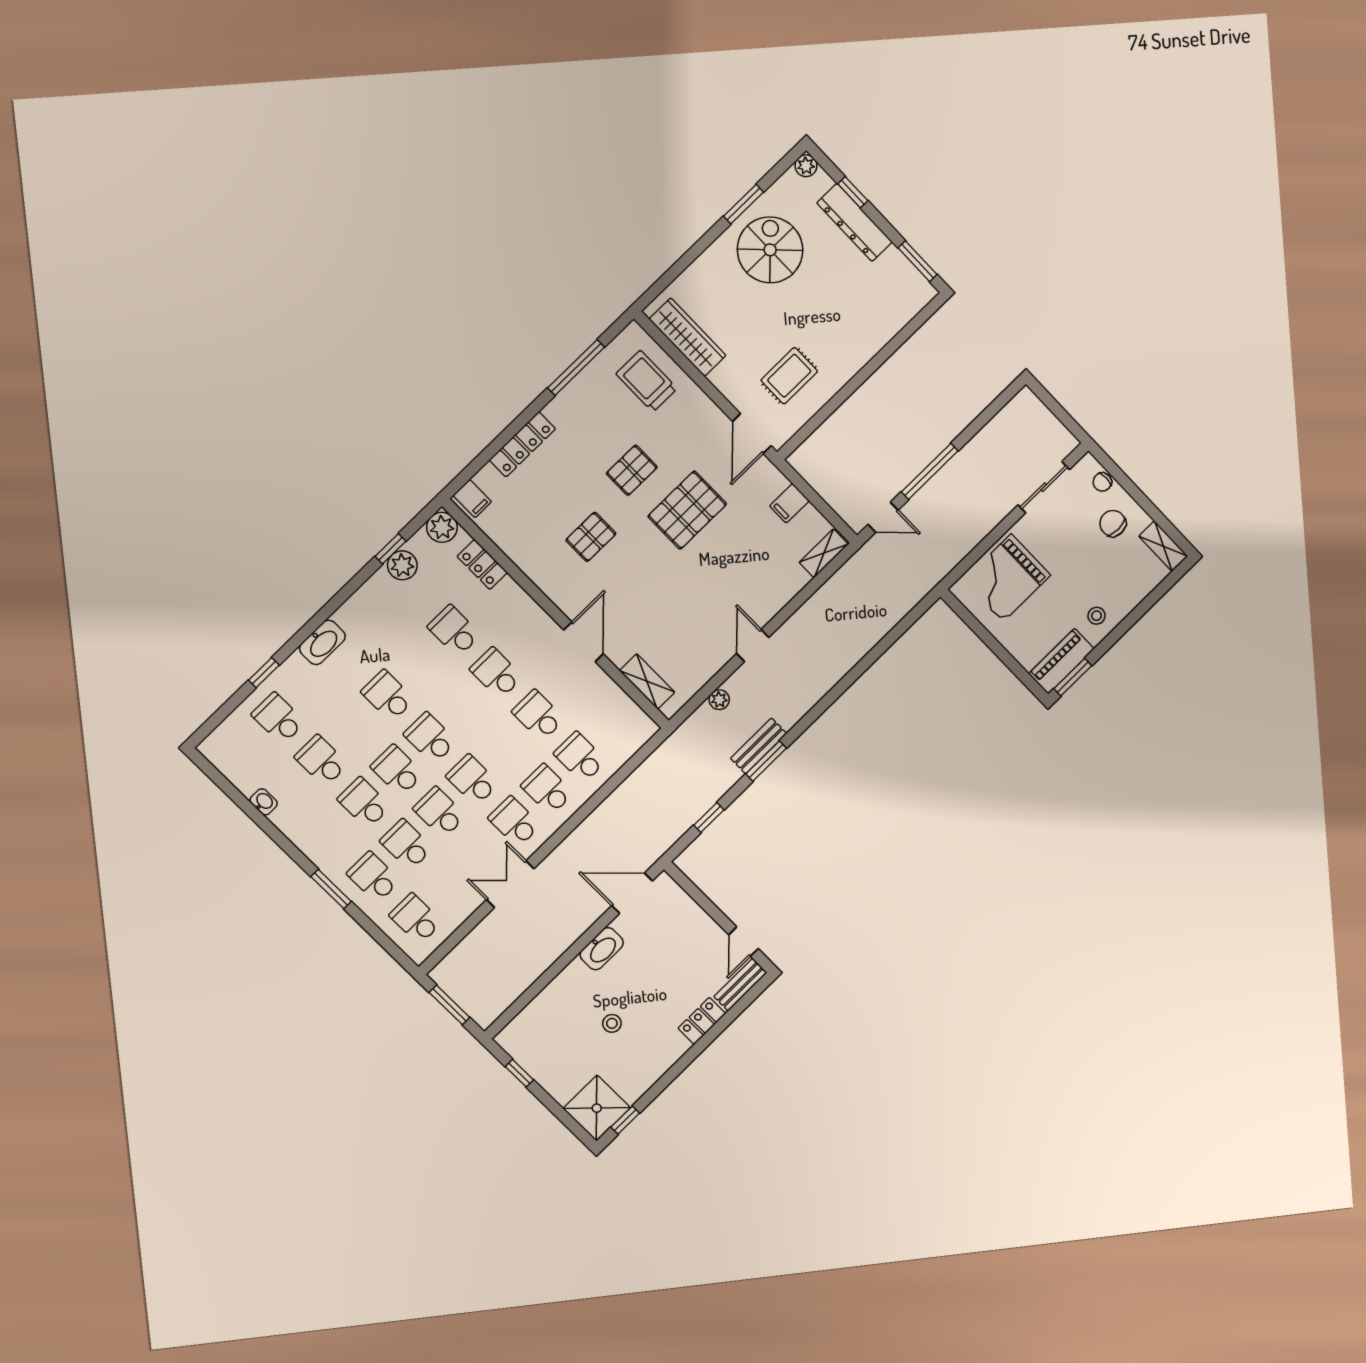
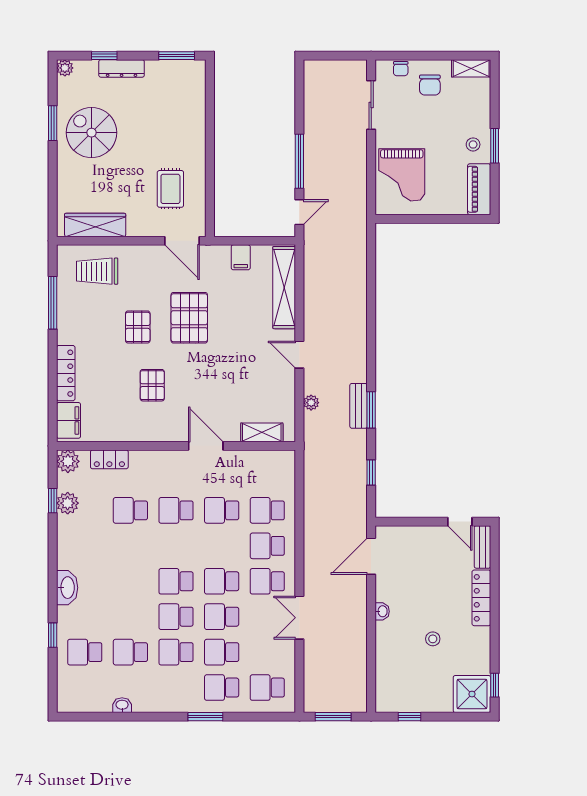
dresser: (854, 222) -> (122, 68), width x0.73, depth x0.80
filing cabinet: (472, 499) -> (68, 420), width x2.00
chair: (1113, 523) -> (430, 85), turned -90
shelving: (824, 553) -> (284, 288), width x2.20, depth x1.33
window: (1073, 677) -> (495, 146), moved
school desk: (388, 696) -> (130, 581), removed
washbasin: (602, 949) -> (382, 611), width x0.52, depth x0.69
locker: (702, 1021) -> (481, 598), width x1.53

